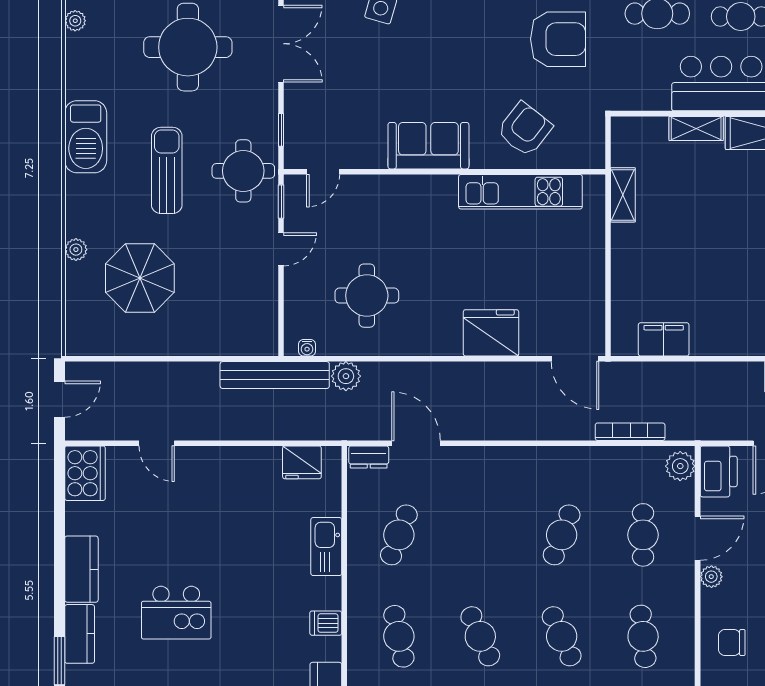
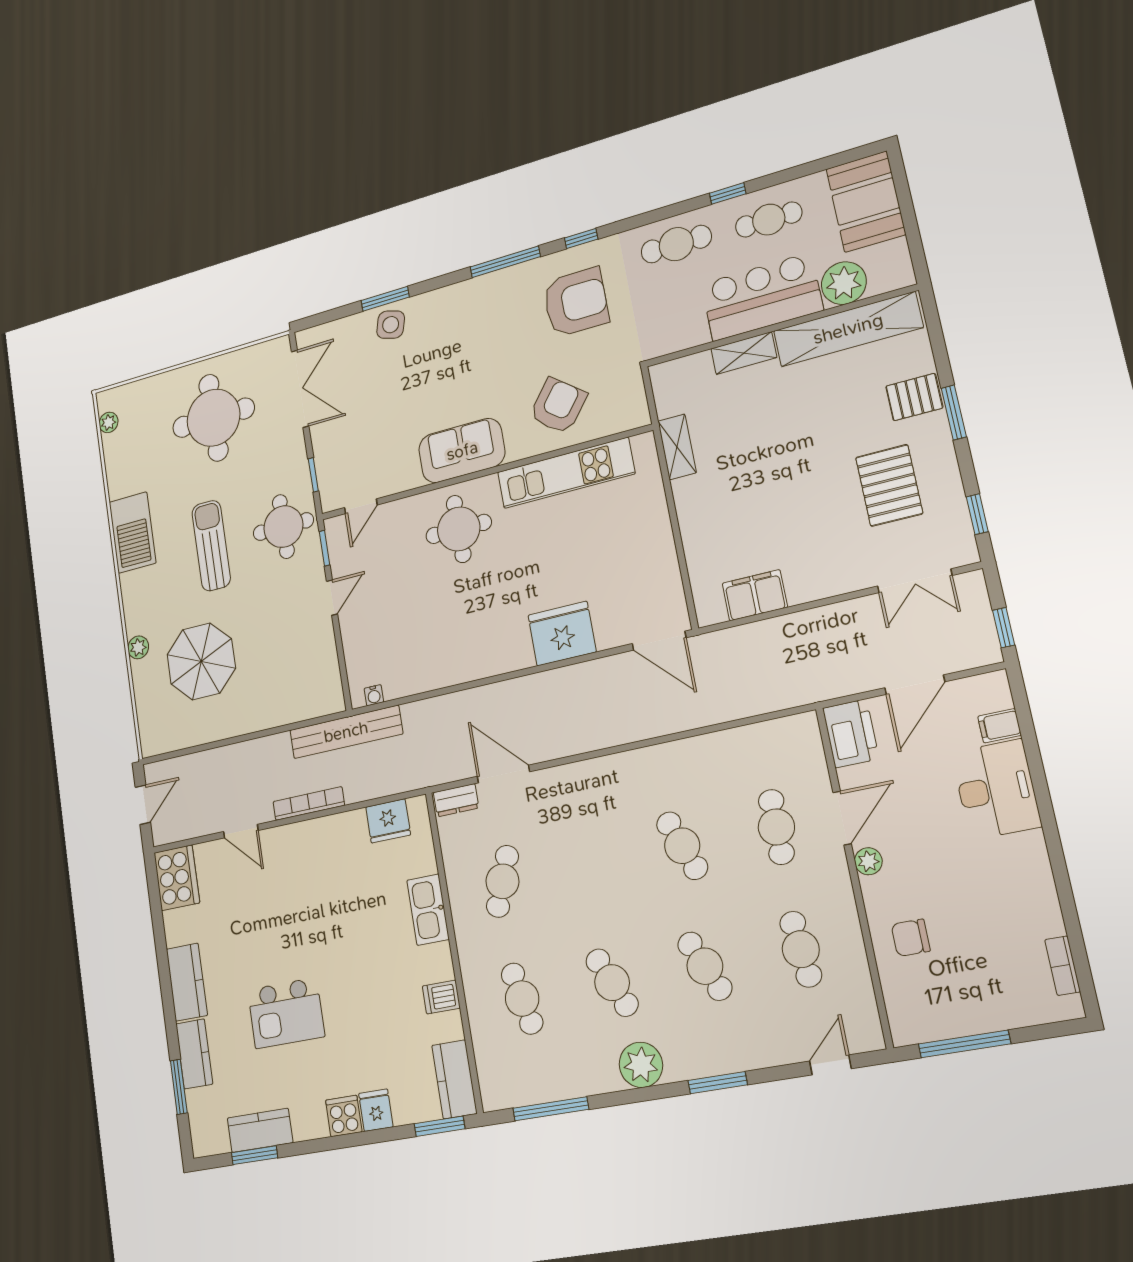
round table: (367, 296) -> (459, 529), moved
plant: (346, 376) -> (418, 717), removed
bookcase: (630, 432) -> (309, 803), moved
plant: (680, 466) -> (804, 737), removed
cafe table: (562, 535) -> (682, 846), turned -42

